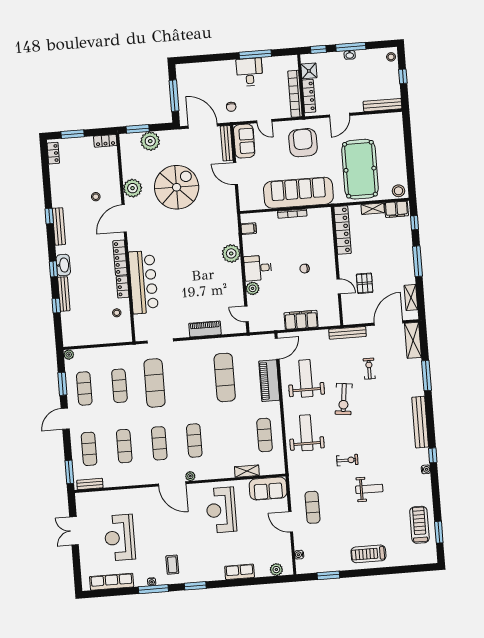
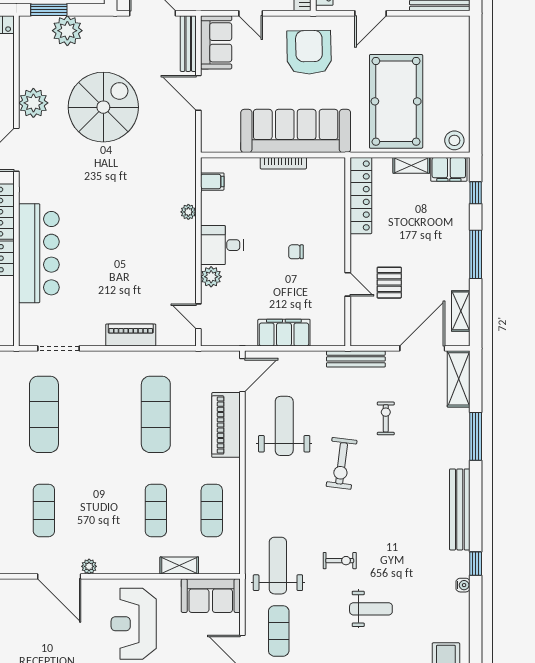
plant: (231, 253) -> (188, 212), width x0.53, depth x0.53
weight bench: (306, 433) -> (278, 566), moved
exercise mat: (194, 441) -> (156, 510), moved

